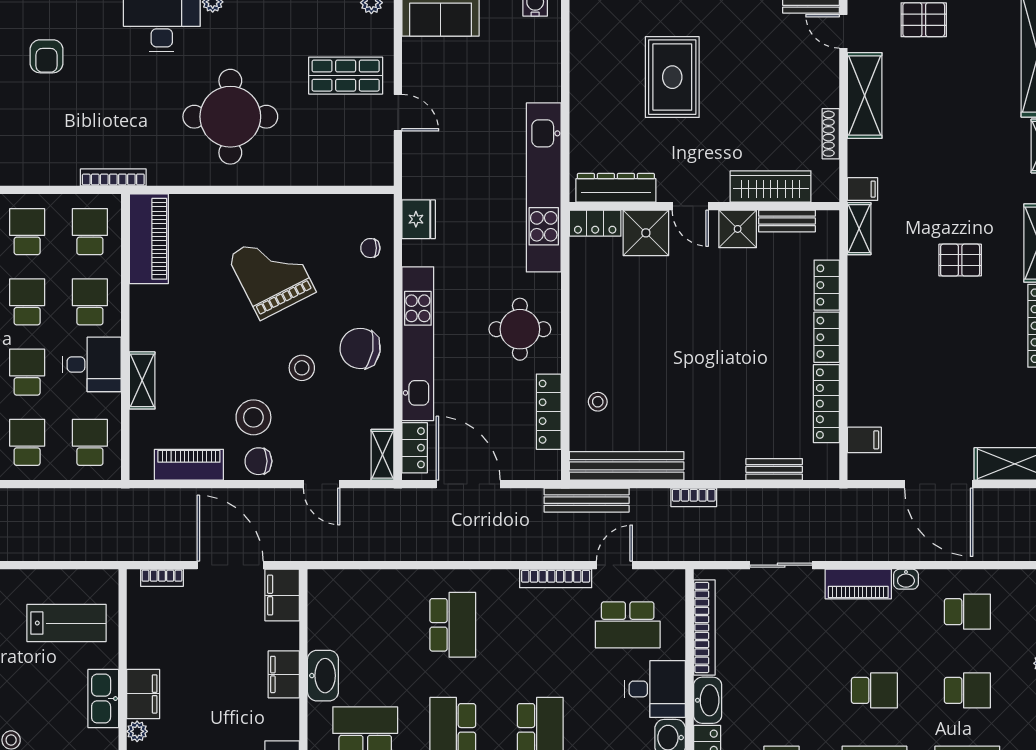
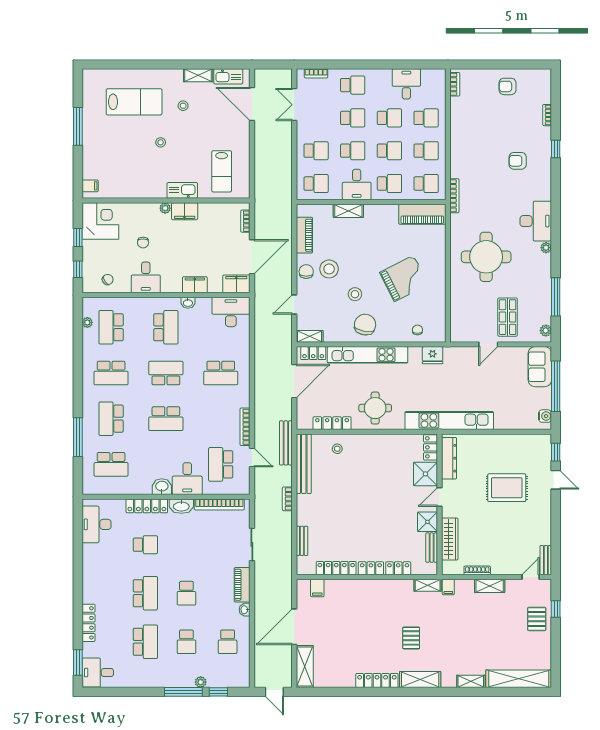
shelving: (865, 96) -> (490, 586), width x0.67, depth x0.75
desk: (336, 605) -> (231, 312), added
washbasin: (323, 676) -> (188, 303), width x0.52, depth x0.69

